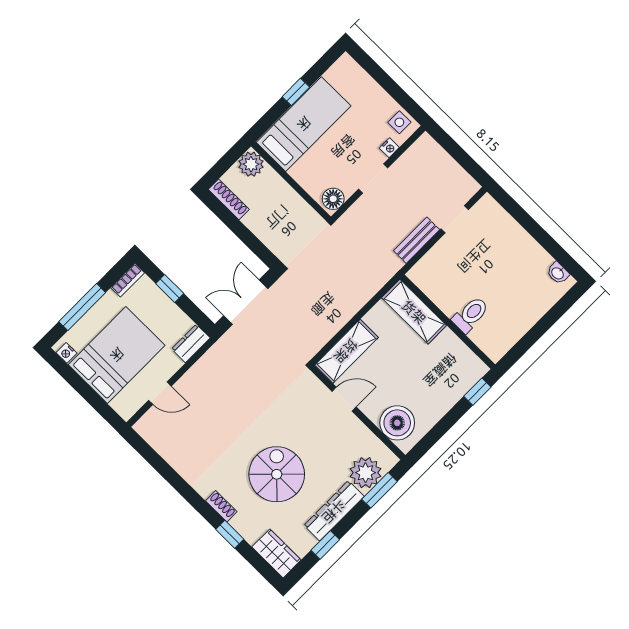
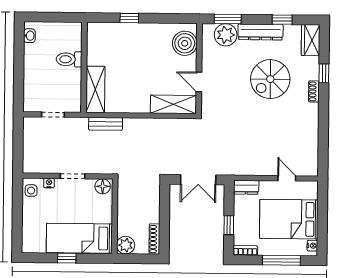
bench: (417, 240) -> (106, 124), moved
shelving: (414, 312) -> (95, 89), moved
toilet: (470, 315) -> (69, 59), moved
wall: (448, 322) -> (84, 67), moved

